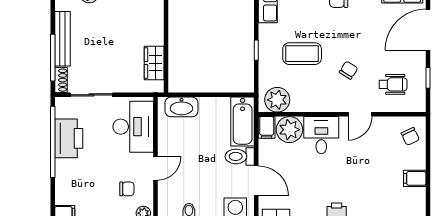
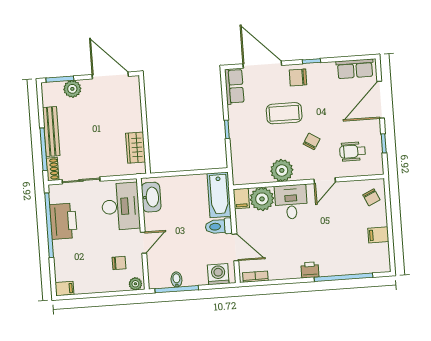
coffee table: (302, 54) -> (284, 113), moved
wheelchair: (393, 84) -> (353, 151), turned 180
plant: (277, 100) -> (282, 170), moved
washbasin: (181, 107) -> (151, 197), moved, turned -90

